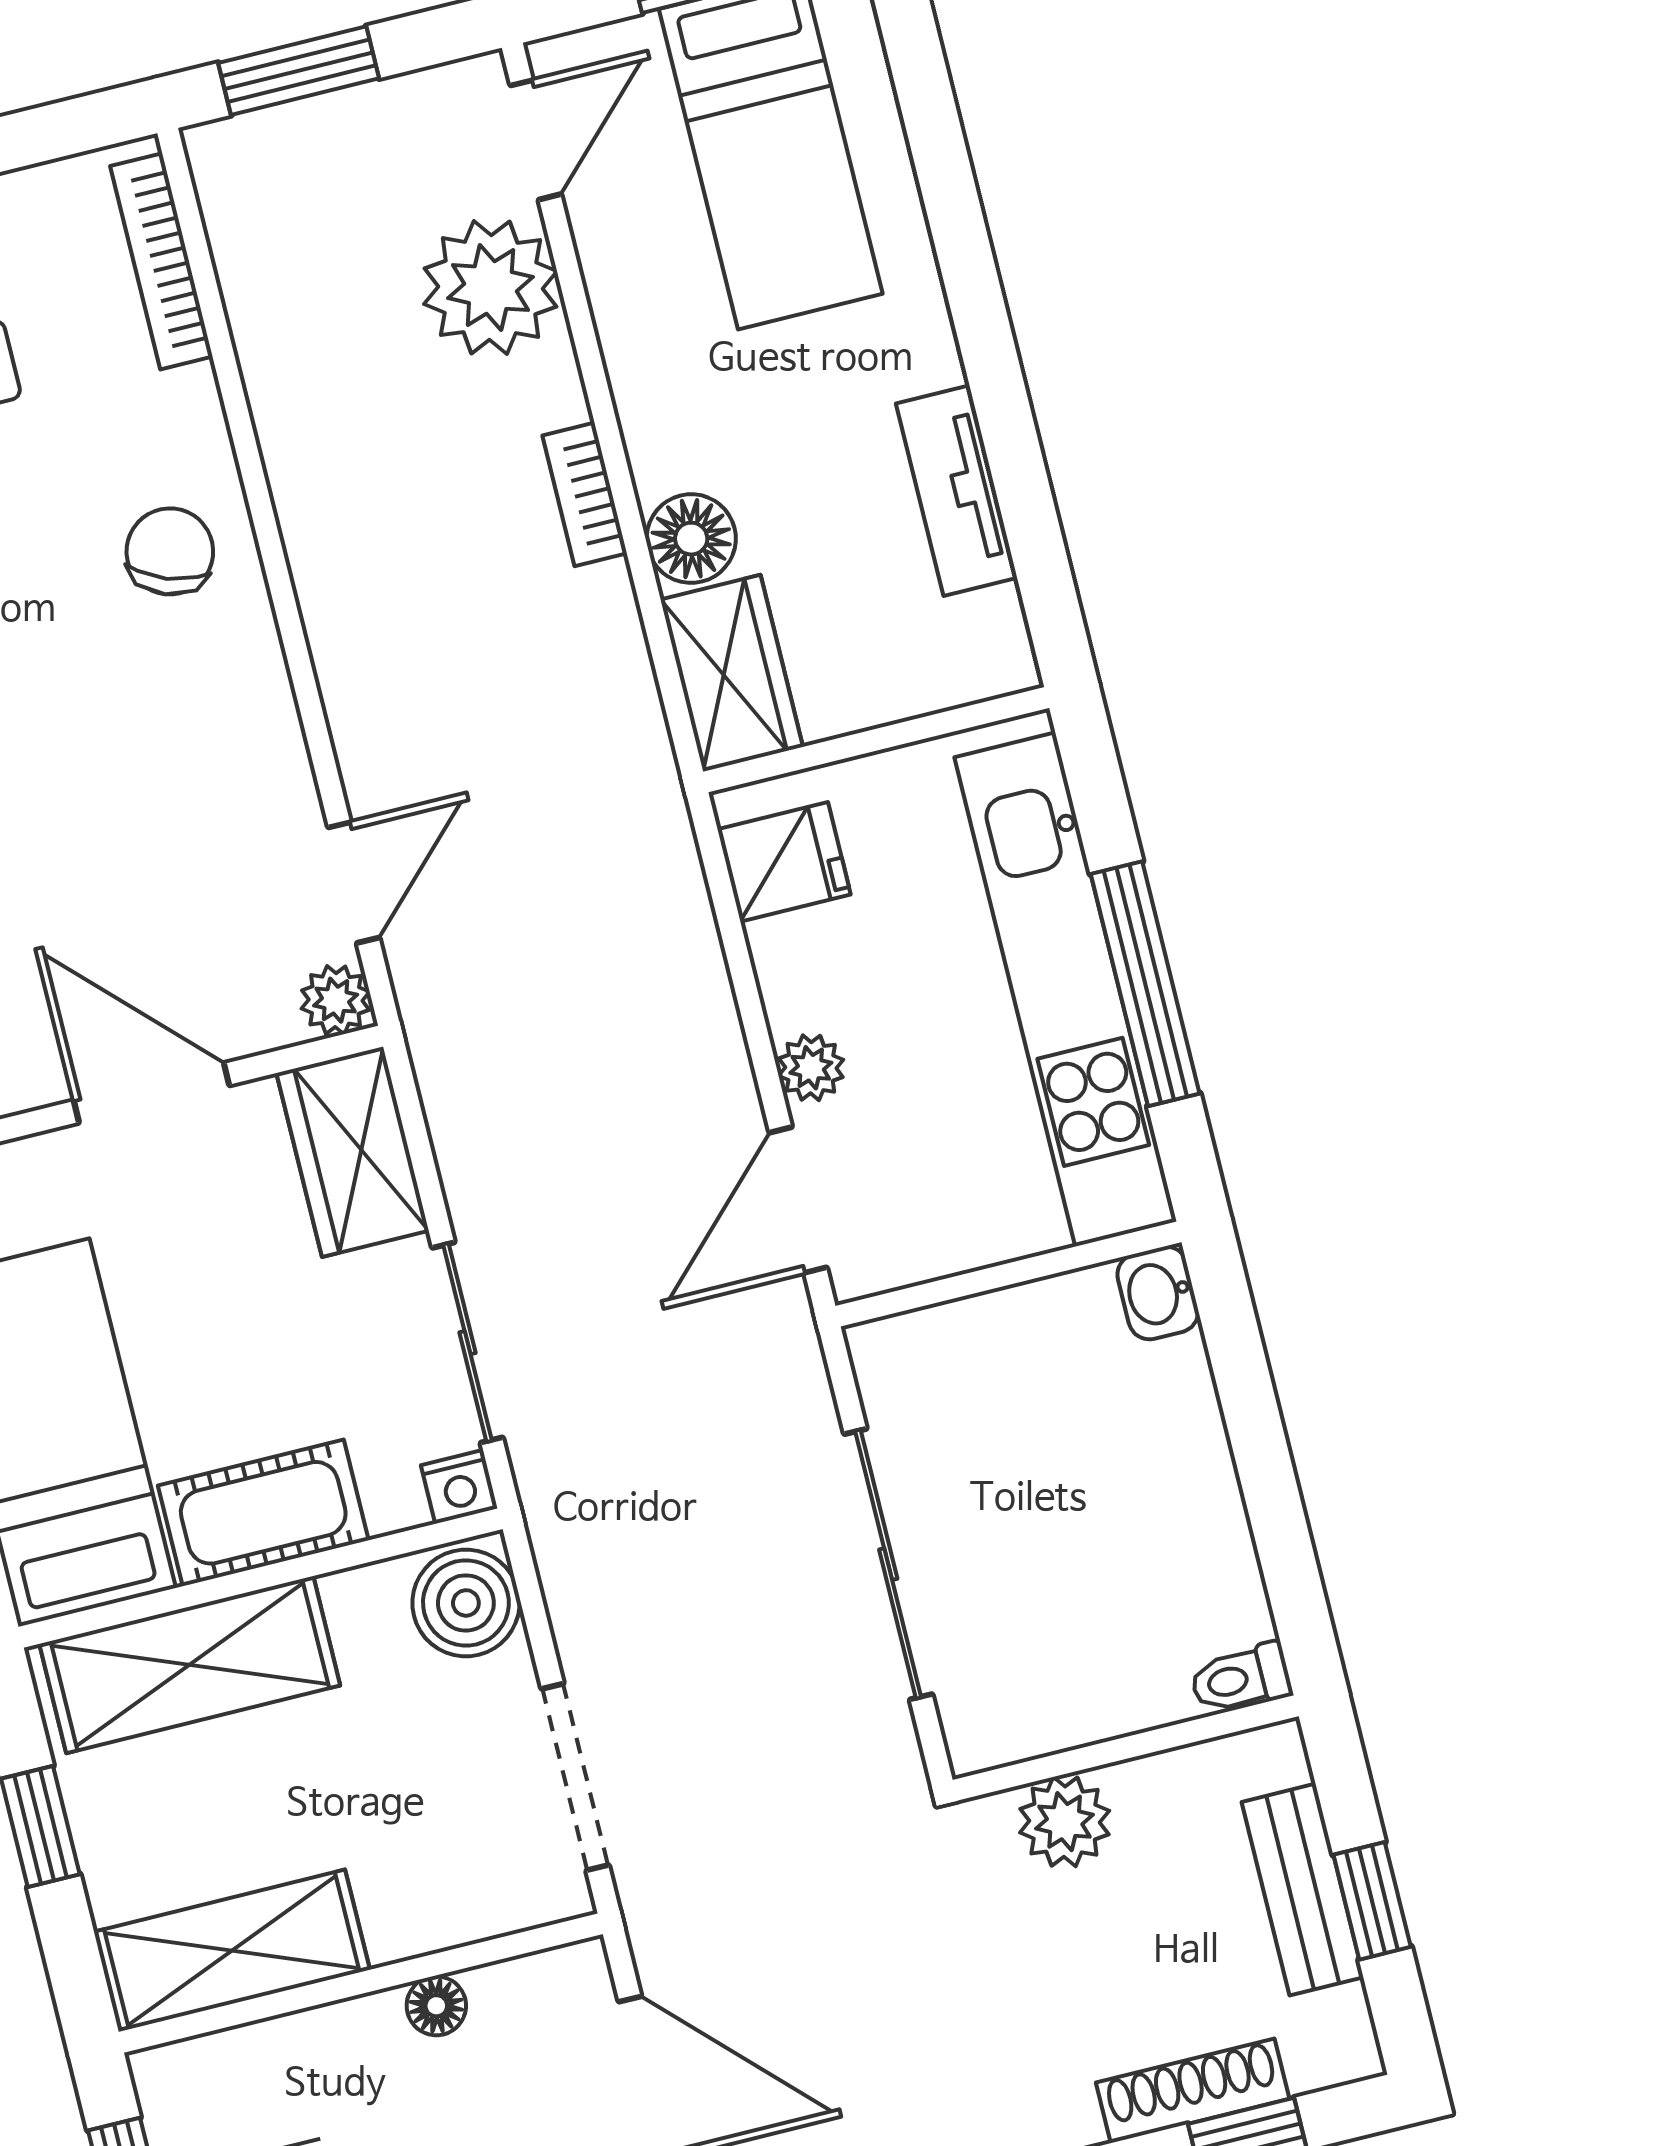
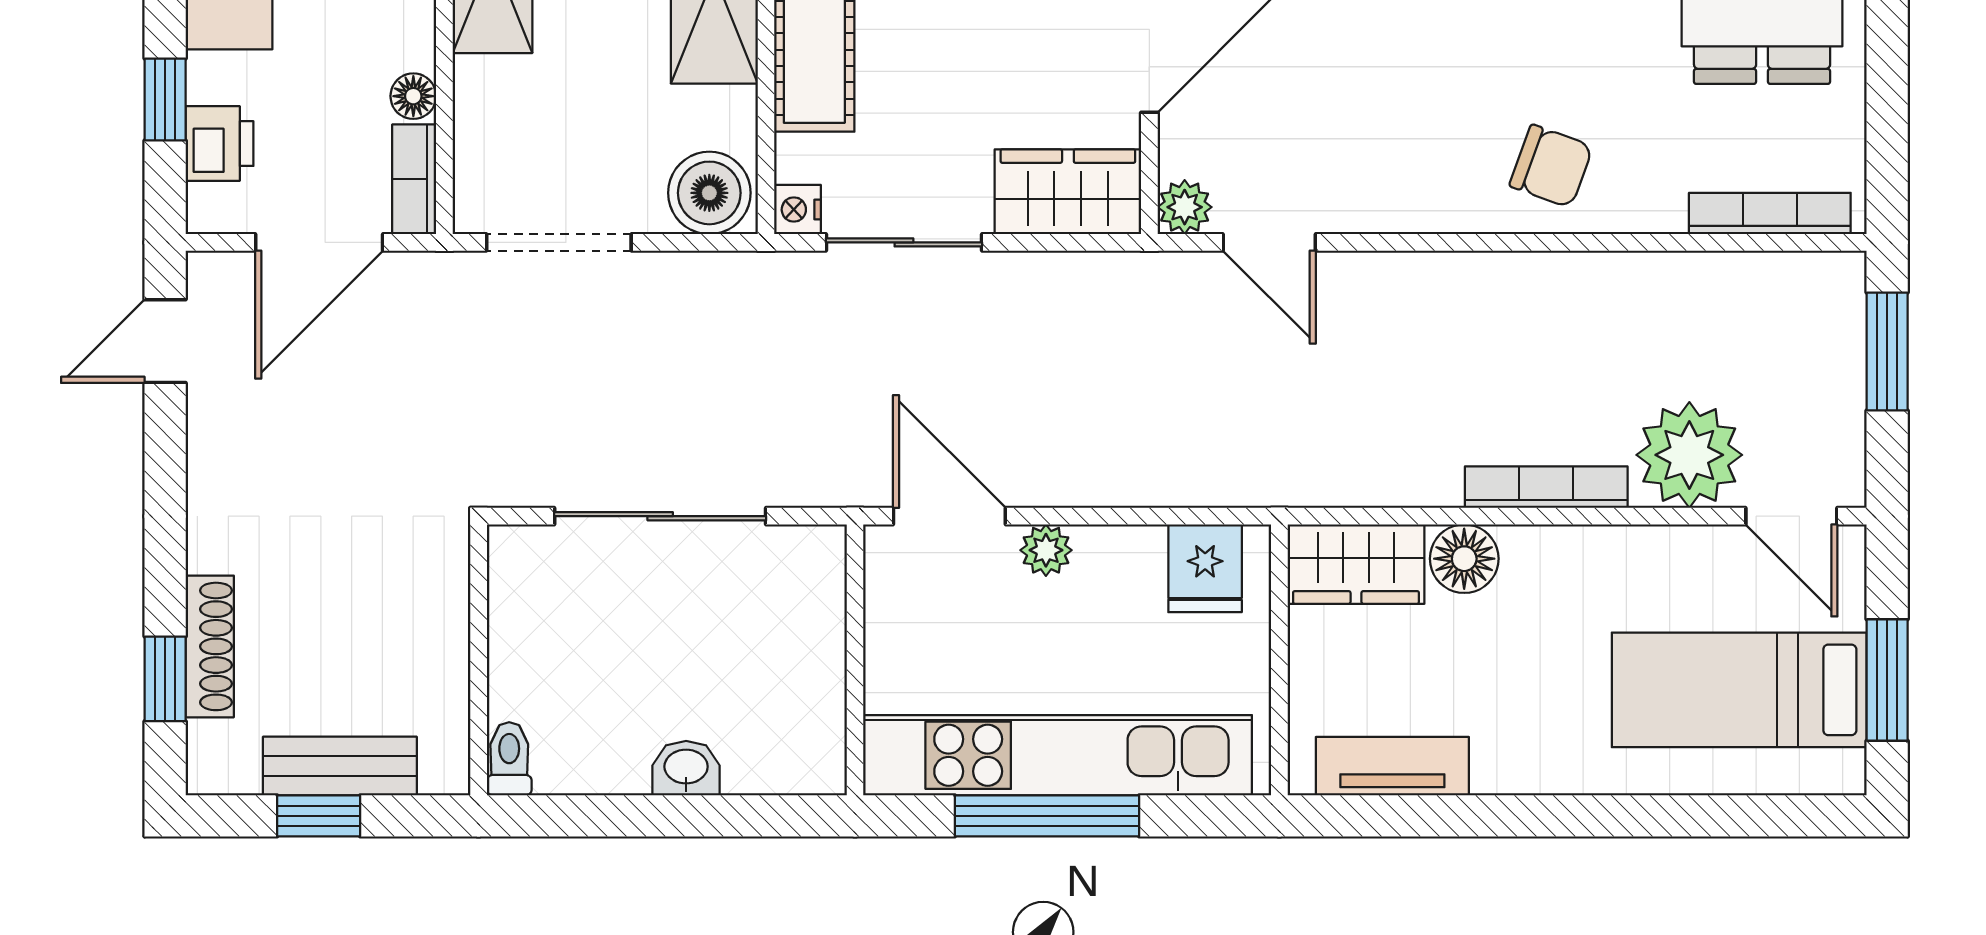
tv unit: (957, 491) -> (1392, 766), moved
bookcase: (585, 494) -> (1546, 487), width x1.56
washbasin: (1158, 1293) -> (686, 768), moved
plant: (1065, 1822) -> (435, 600), removed
bookcase: (541, 1979) -> (414, 179), added

